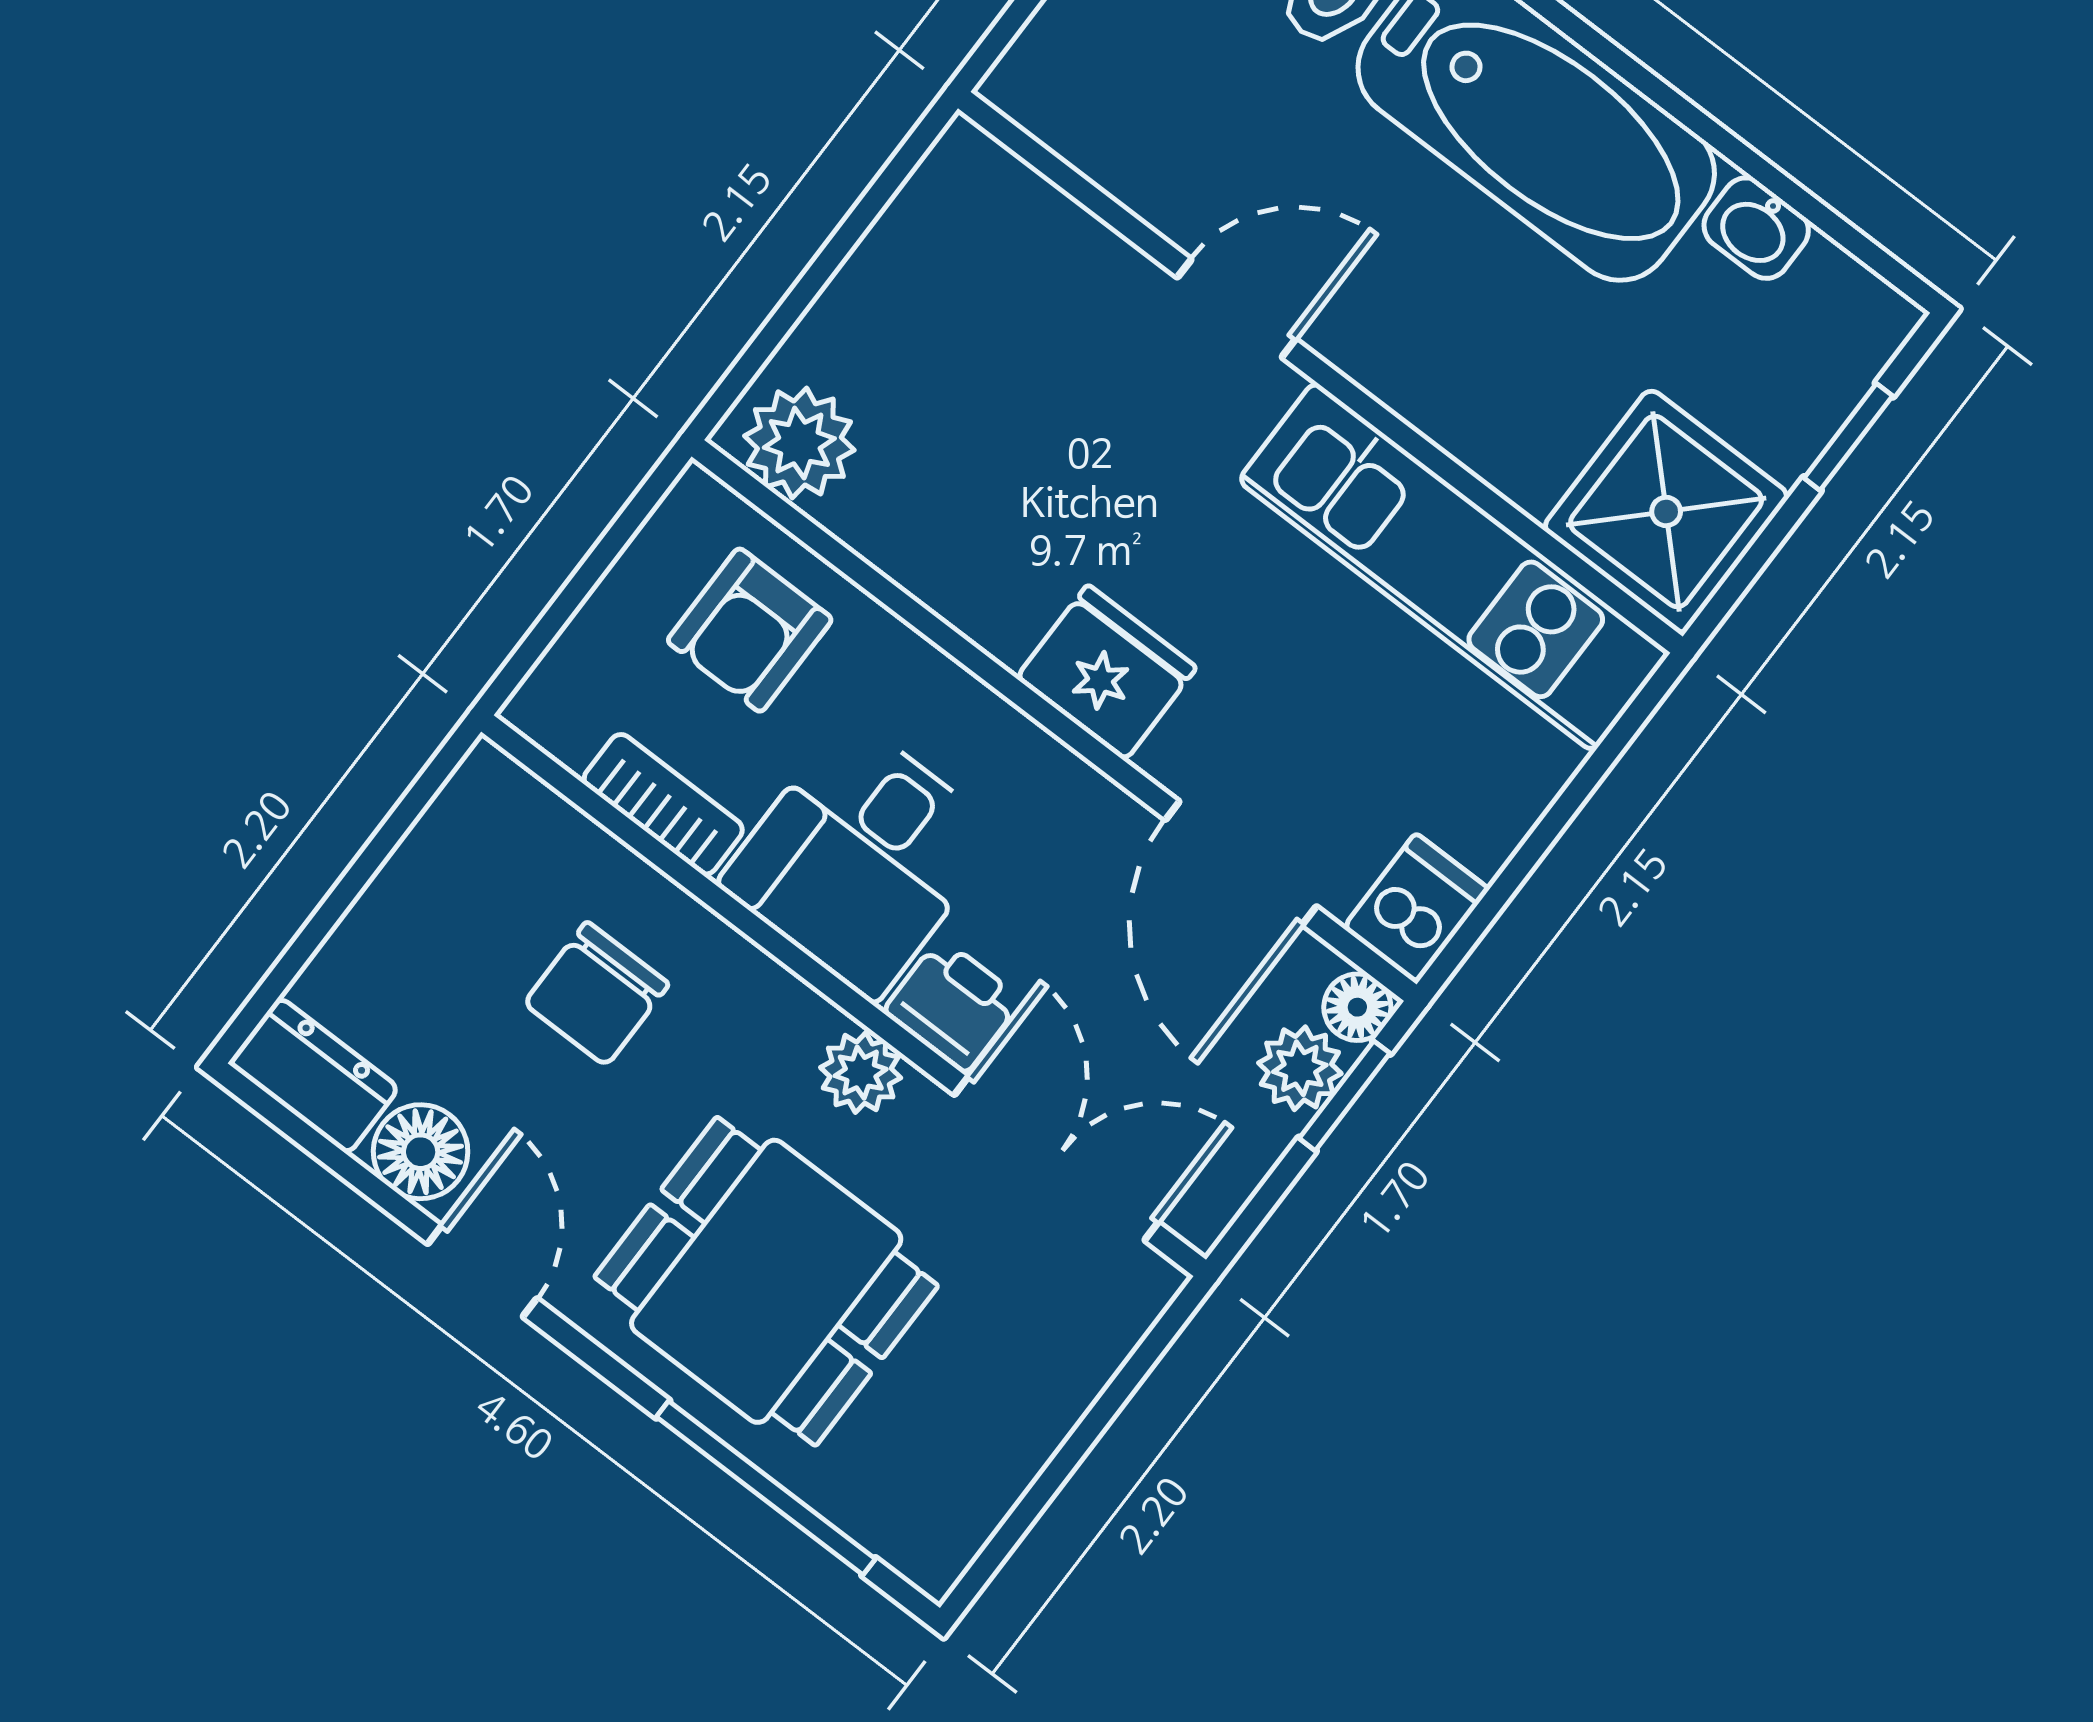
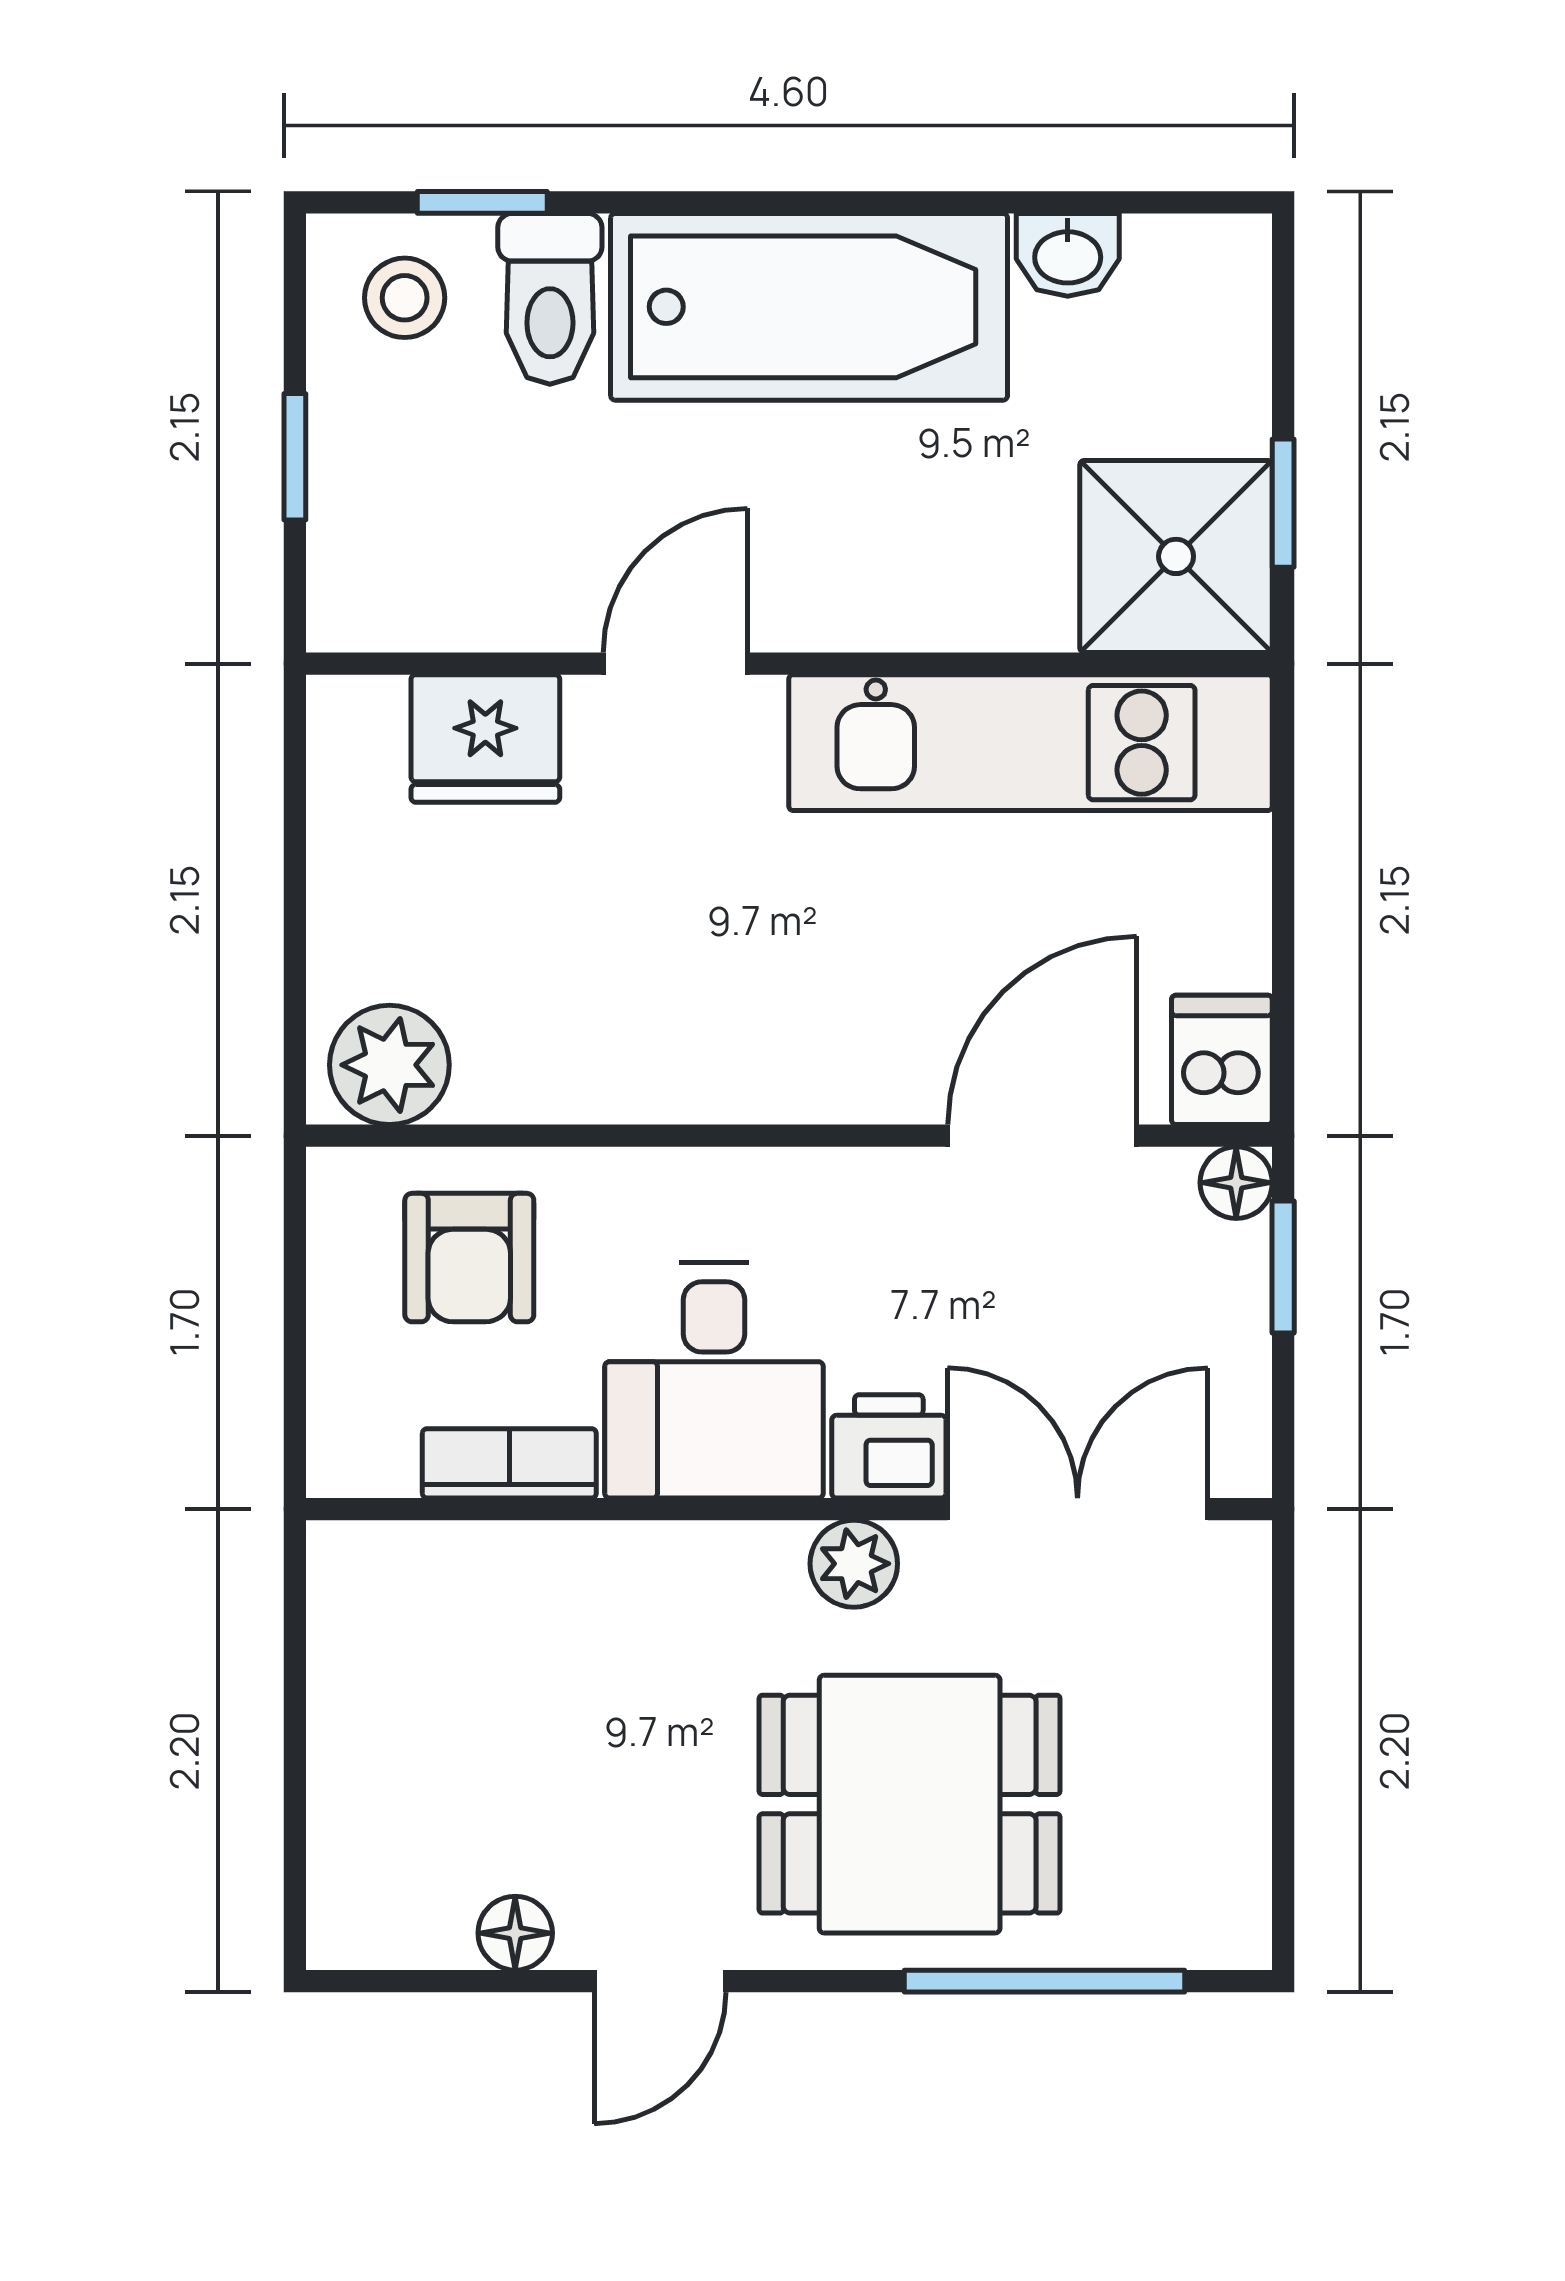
window: (1848, 437) -> (1283, 503), moved
fridge: (1106, 673) -> (485, 738), moved, turned 180
door: (1241, 863) -> (1042, 1136), swing flipped
chair: (596, 994) -> (576, 1669), removed
plant: (1300, 1068) -> (1227, 1273), removed
dresser: (314, 1076) -> (388, 1924), removed
floor lamp: (421, 1152) -> (515, 1933), width x0.73, depth x0.73
door: (482, 1271) -> (660, 1981), swing flipped

